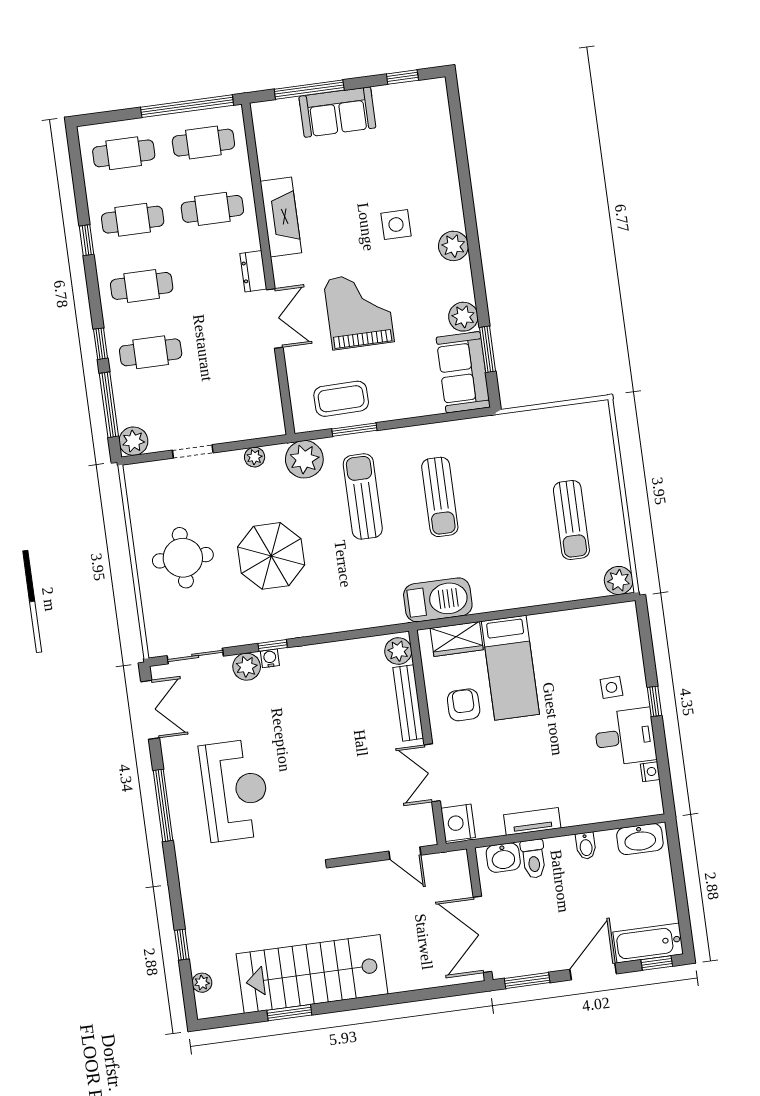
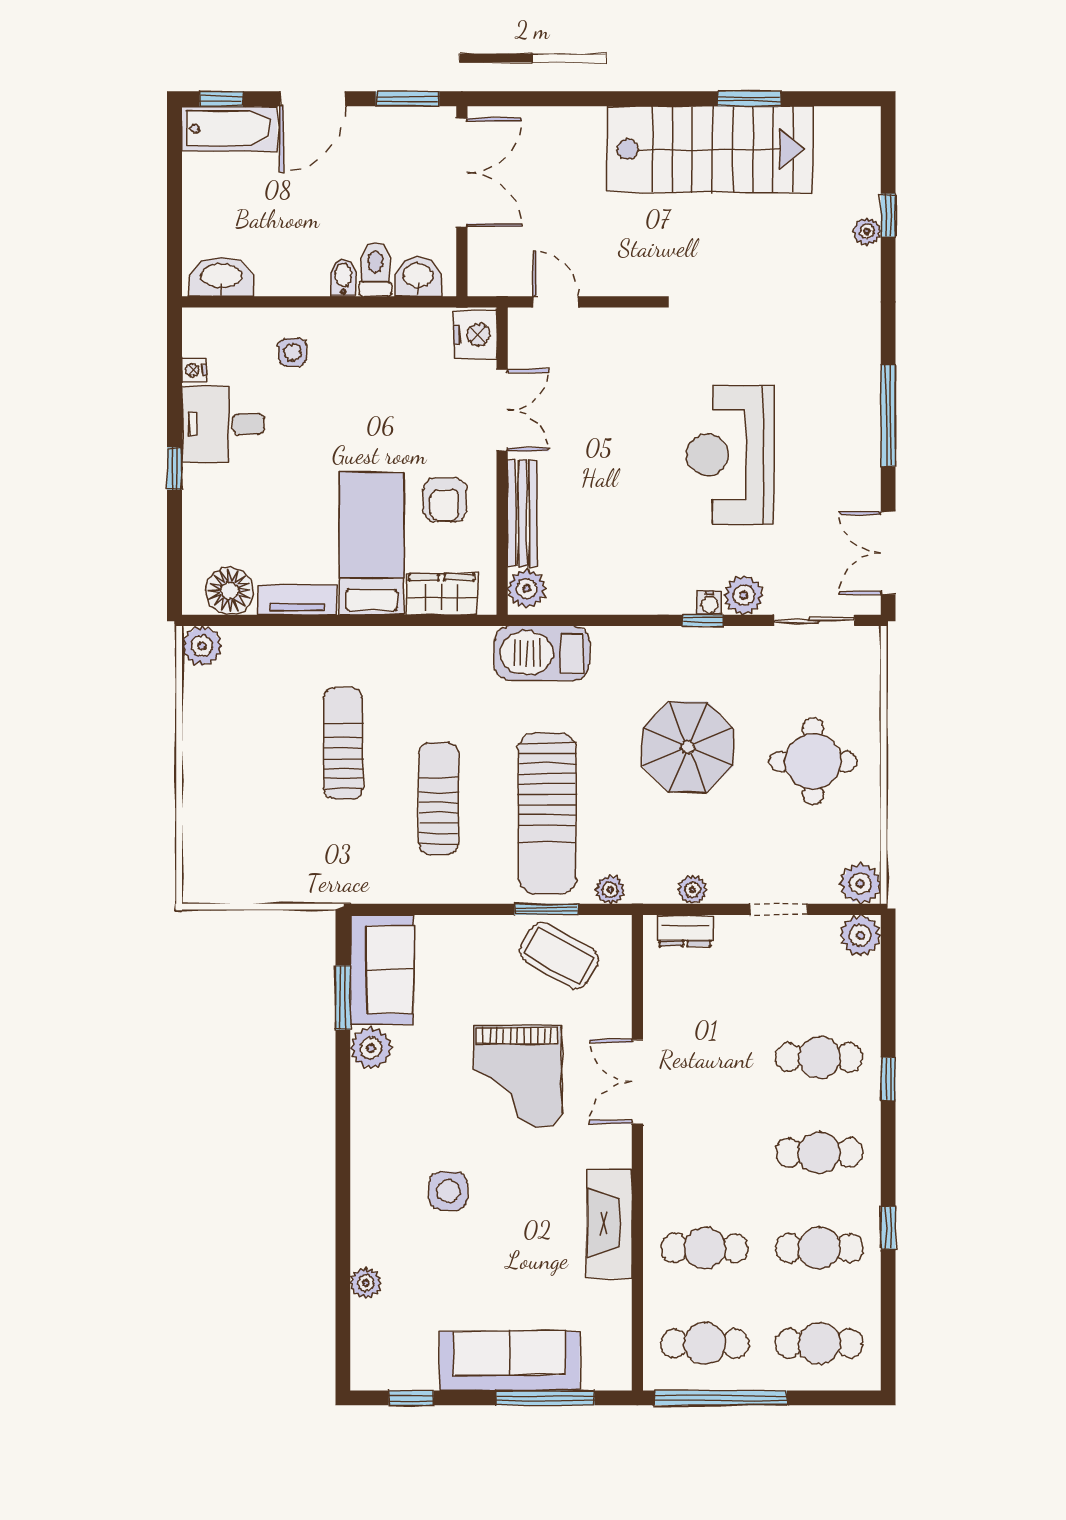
sofa: (337, 112) -> (510, 1361), width x1.36
plant: (453, 246) -> (366, 1283), moved, width x0.73, depth x0.73
dresser: (253, 271) -> (685, 931), moved, turned 90
coffee table: (341, 399) -> (559, 955), turned 31
window: (109, 405) -> (888, 991), removed
plant: (304, 459) -> (610, 890), width x0.53, depth x0.53
plant: (138, 477) -> (860, 884), added
sun lounger: (363, 496) -> (547, 813), width x1.36, depth x1.34
sun lounger: (571, 520) -> (343, 743), moved
barbecue: (438, 600) -> (542, 653), moved
floor lamp: (605, 621) -> (230, 591), added
side table: (611, 687) -> (292, 352), moved
reception desk: (235, 790) -> (730, 455), moved
tv unit: (532, 821) -> (297, 600), moved, turned 180
bidet: (586, 846) -> (343, 278), moved
plant: (202, 983) -> (867, 231), moved

